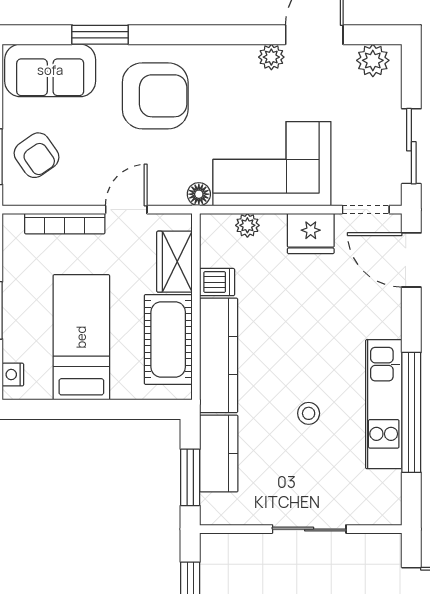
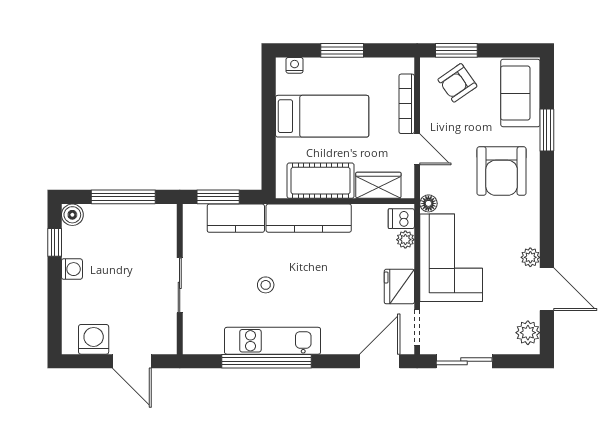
dishwasher: (217, 282) -> (401, 219), moved, turned 90

